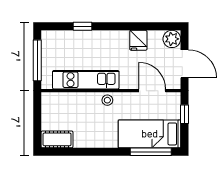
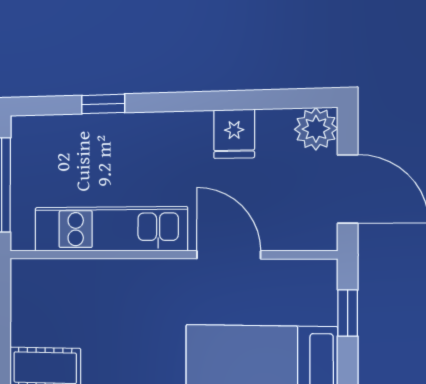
door: (152, 91) -> (229, 255), moved
stool: (107, 100) -> (160, 277), removed

